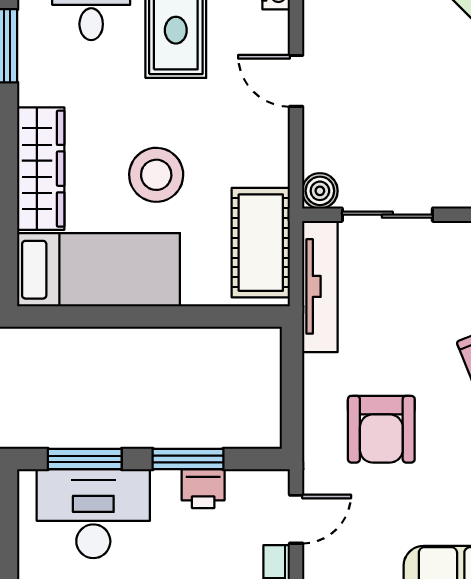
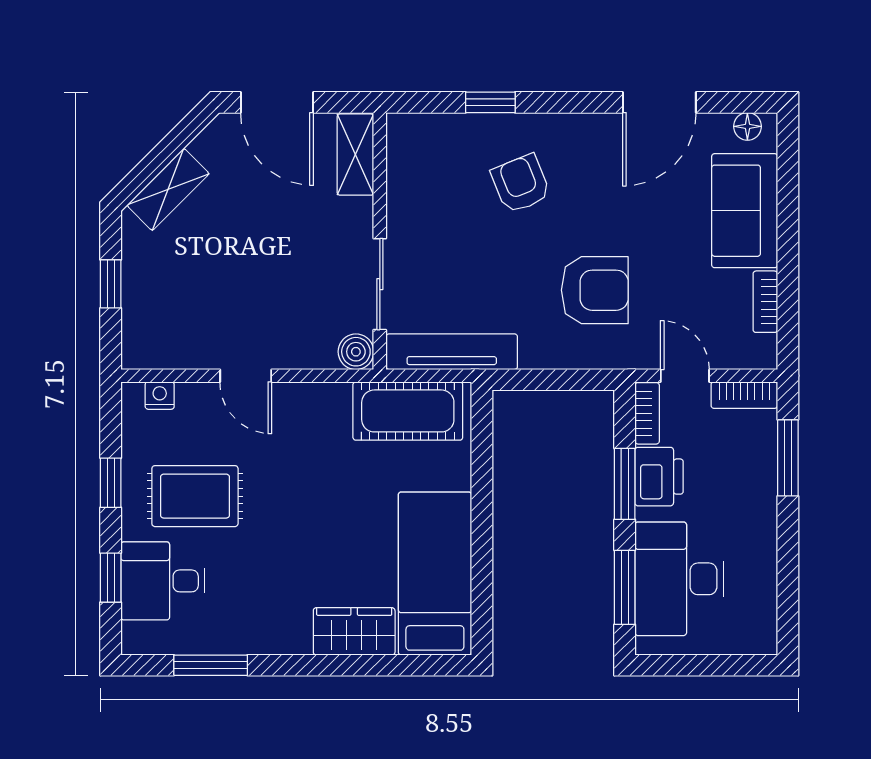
door: (296, 81) -> (246, 376), hinge flipped
wardrobe: (41, 169) -> (354, 631), width x0.67
stool: (156, 175) -> (340, 516), removed
bookcase: (258, 481) -> (647, 413), added
printer: (203, 489) -> (659, 477), width x1.36, depth x1.24

